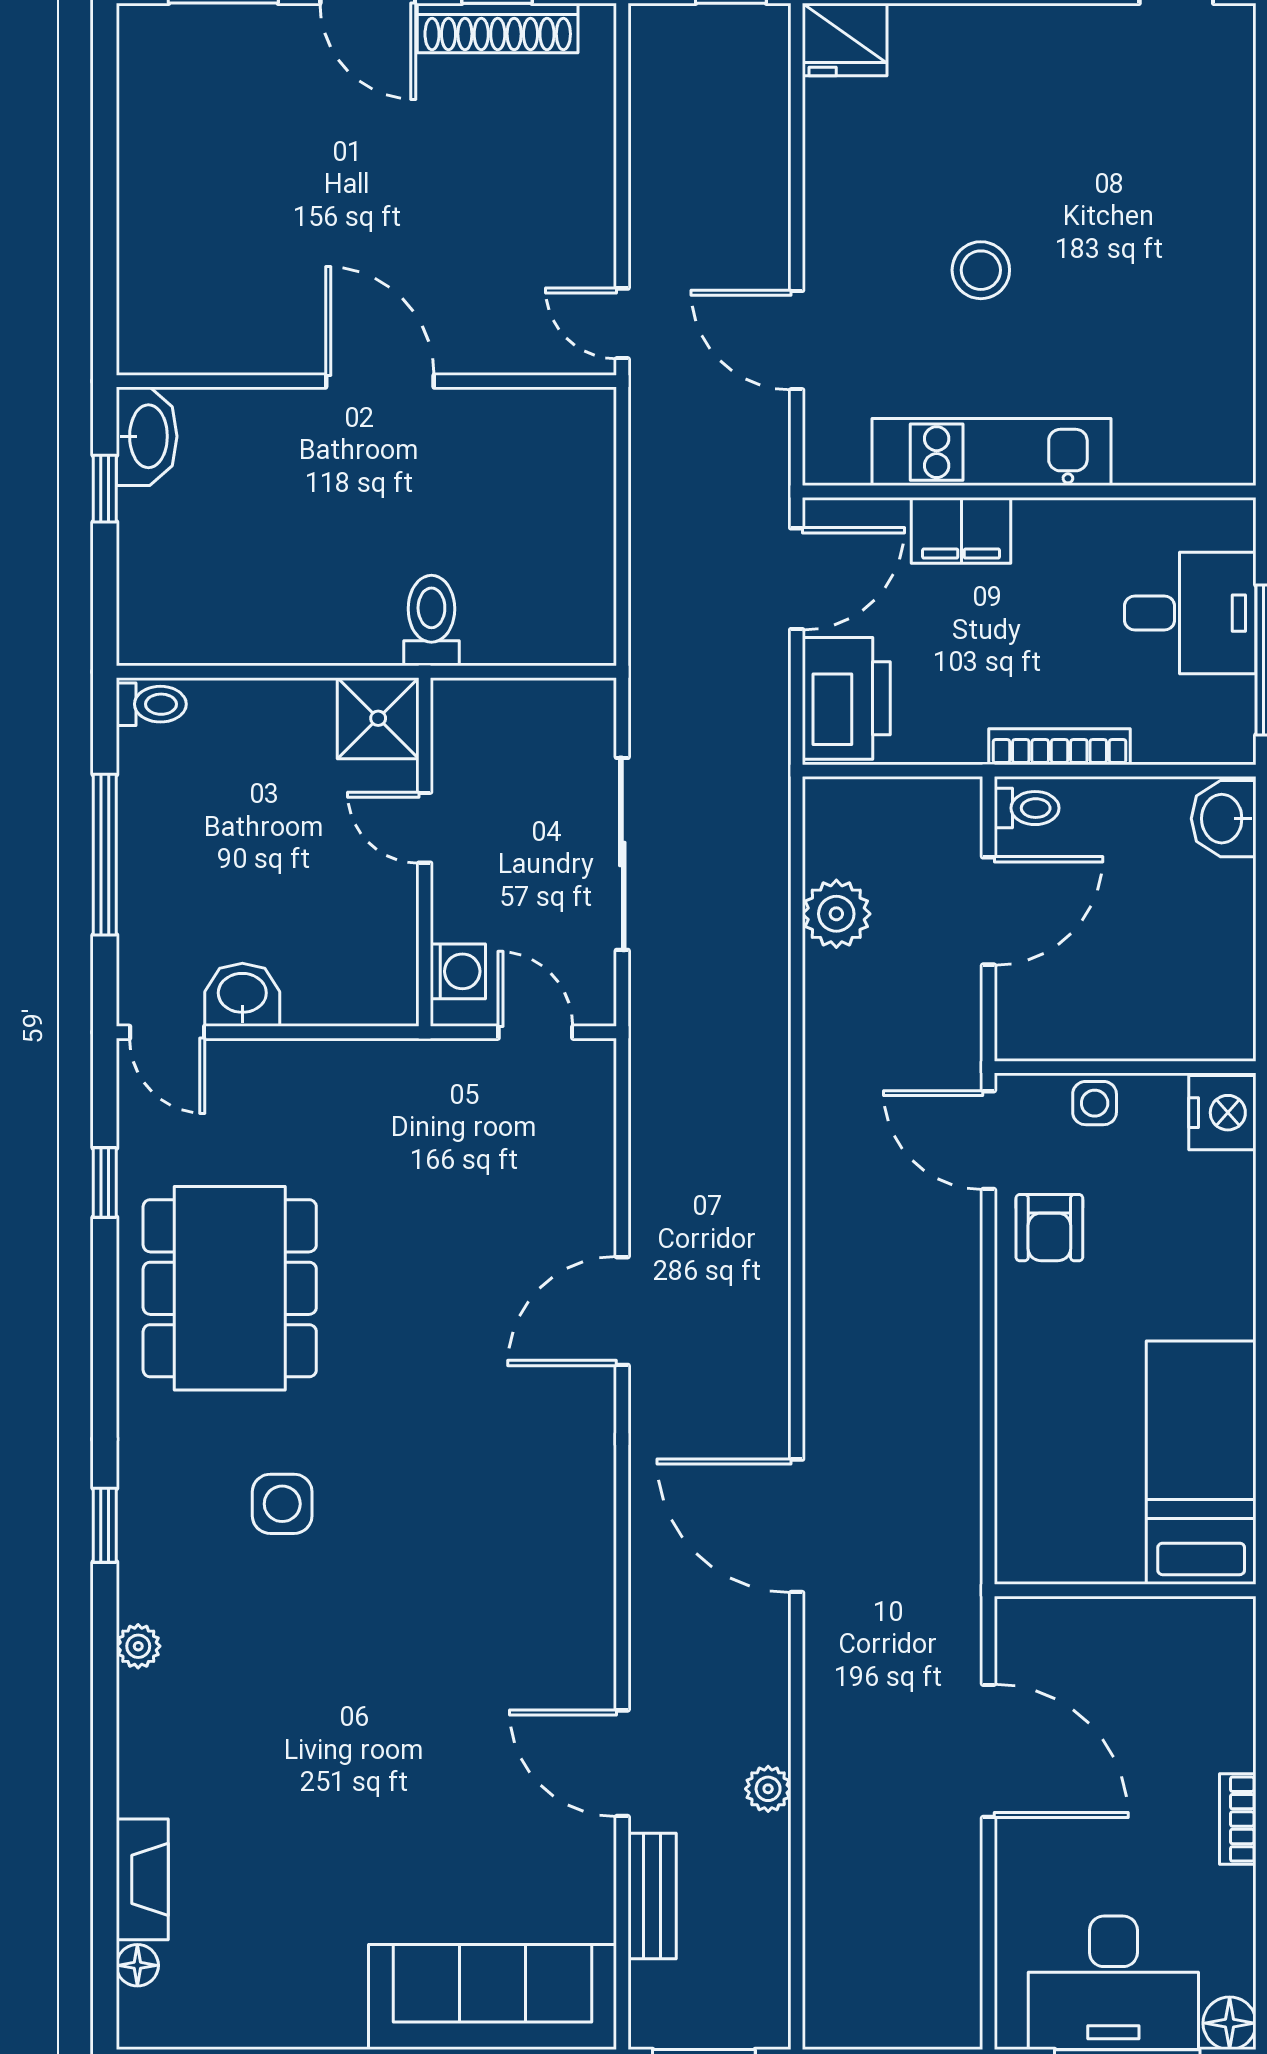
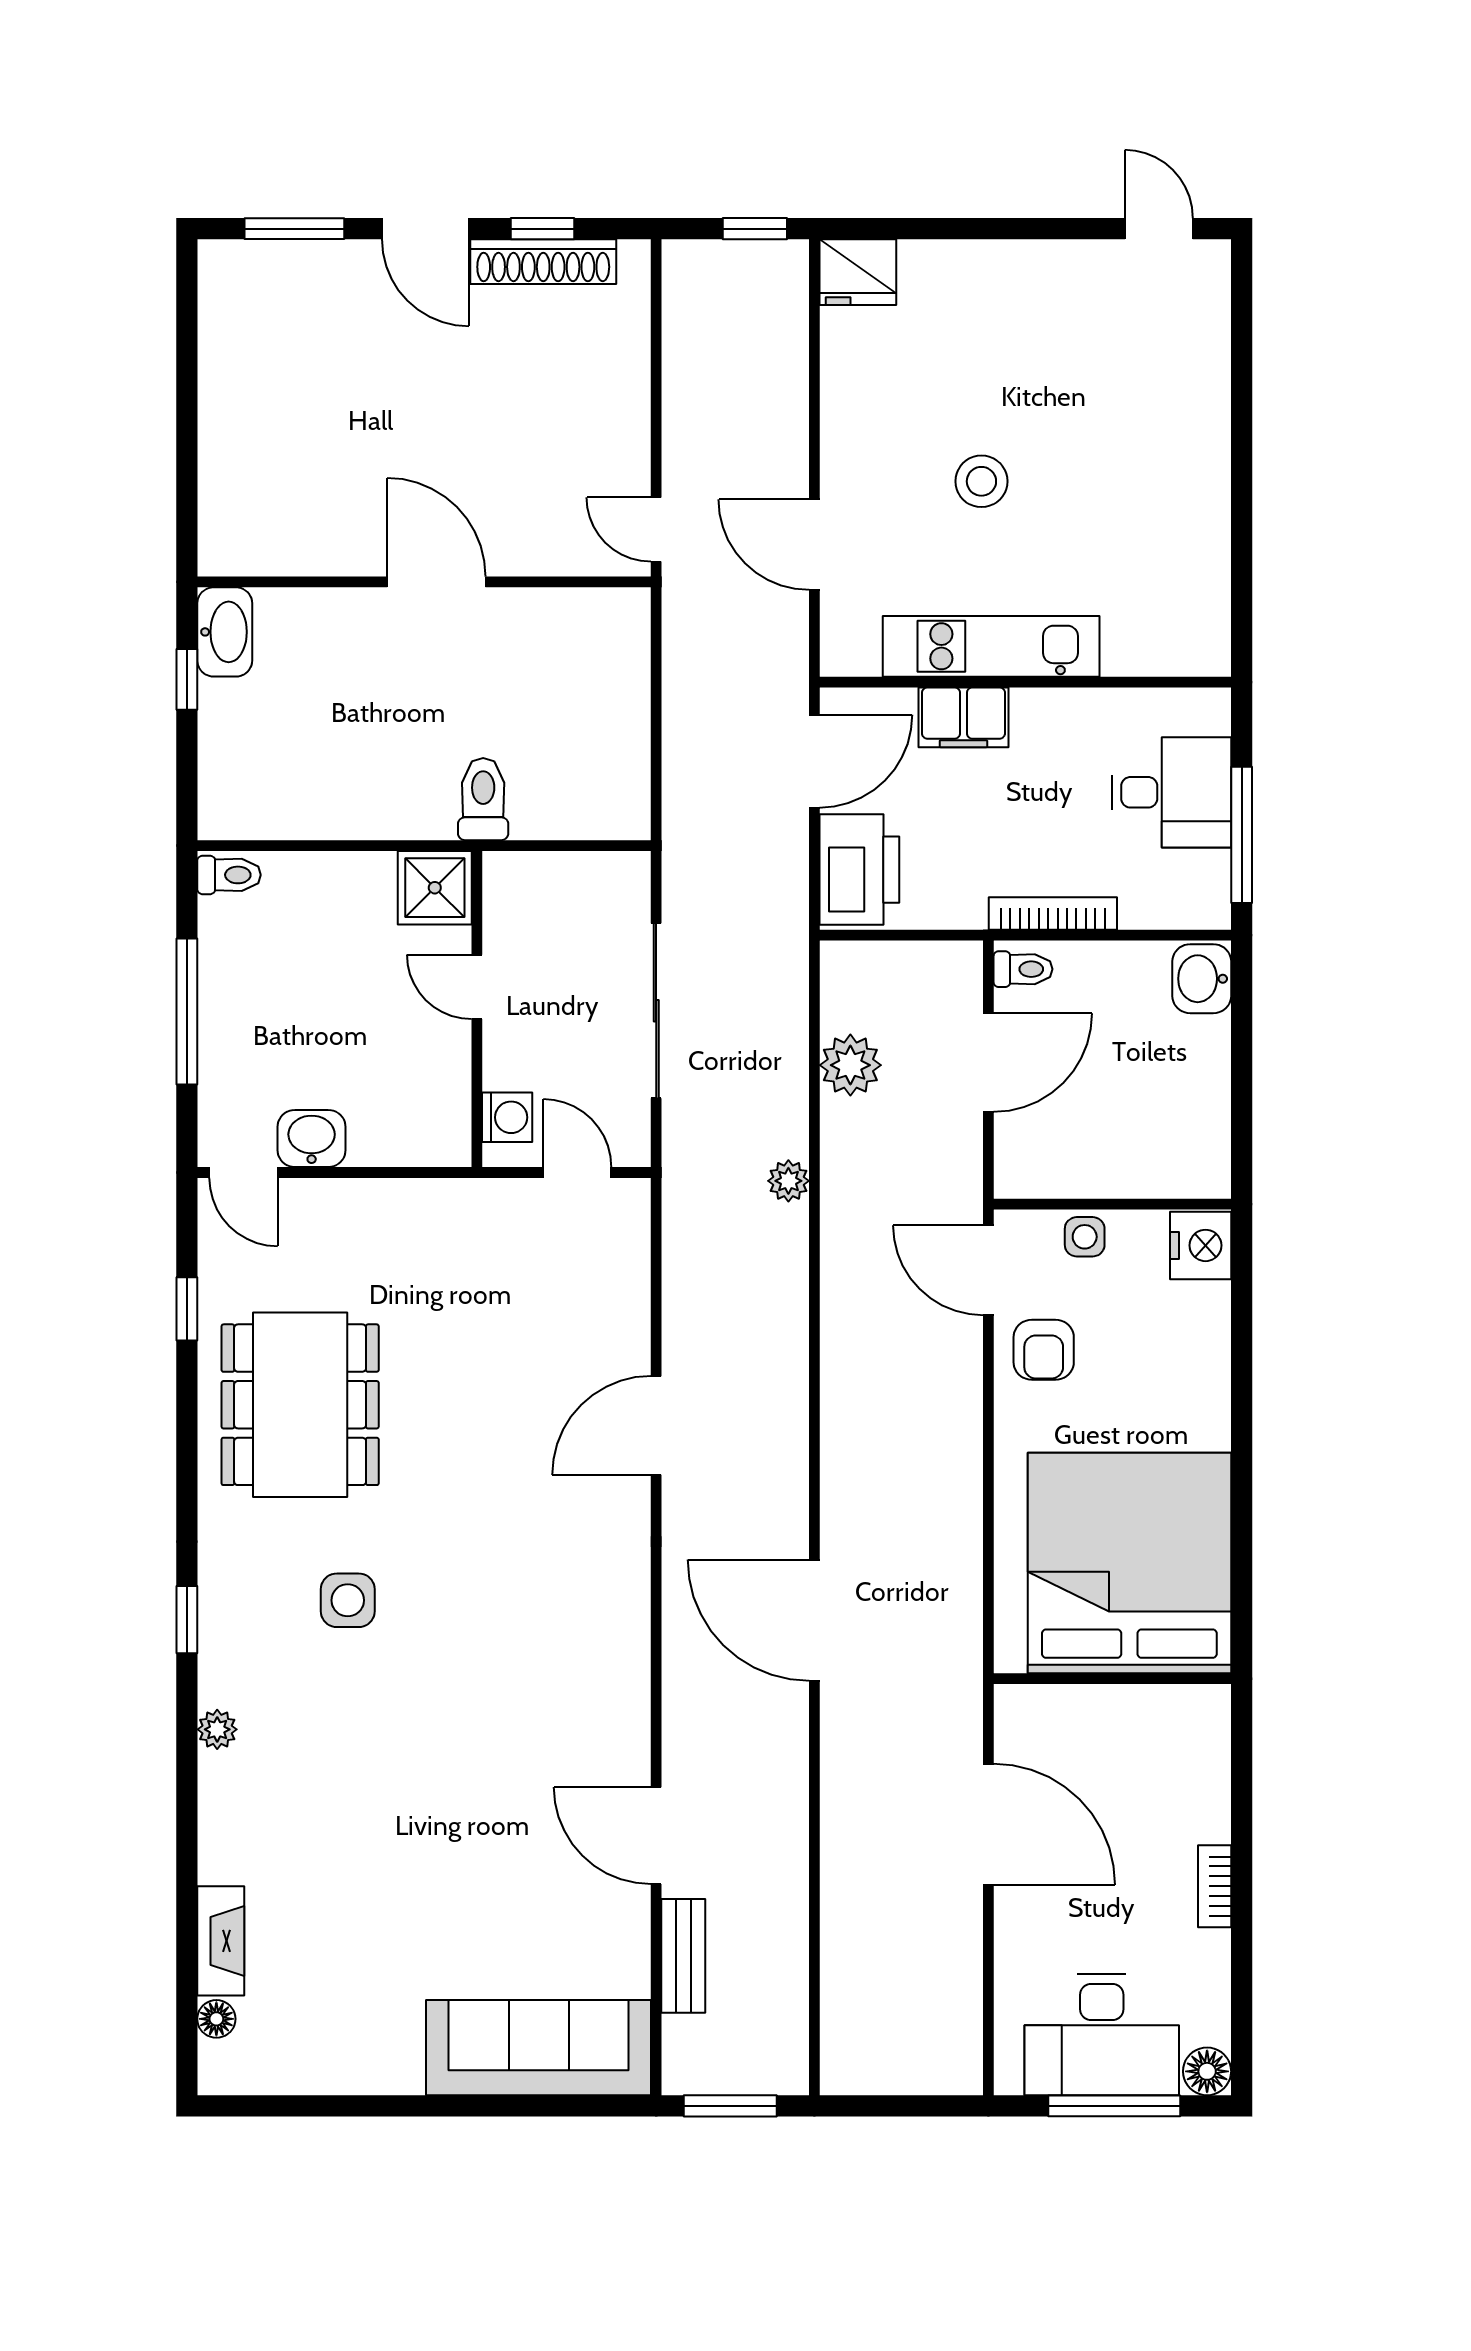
bed: (1201, 1463) -> (1129, 1563), width x2.04
plant: (768, 1789) -> (788, 1181), moved

